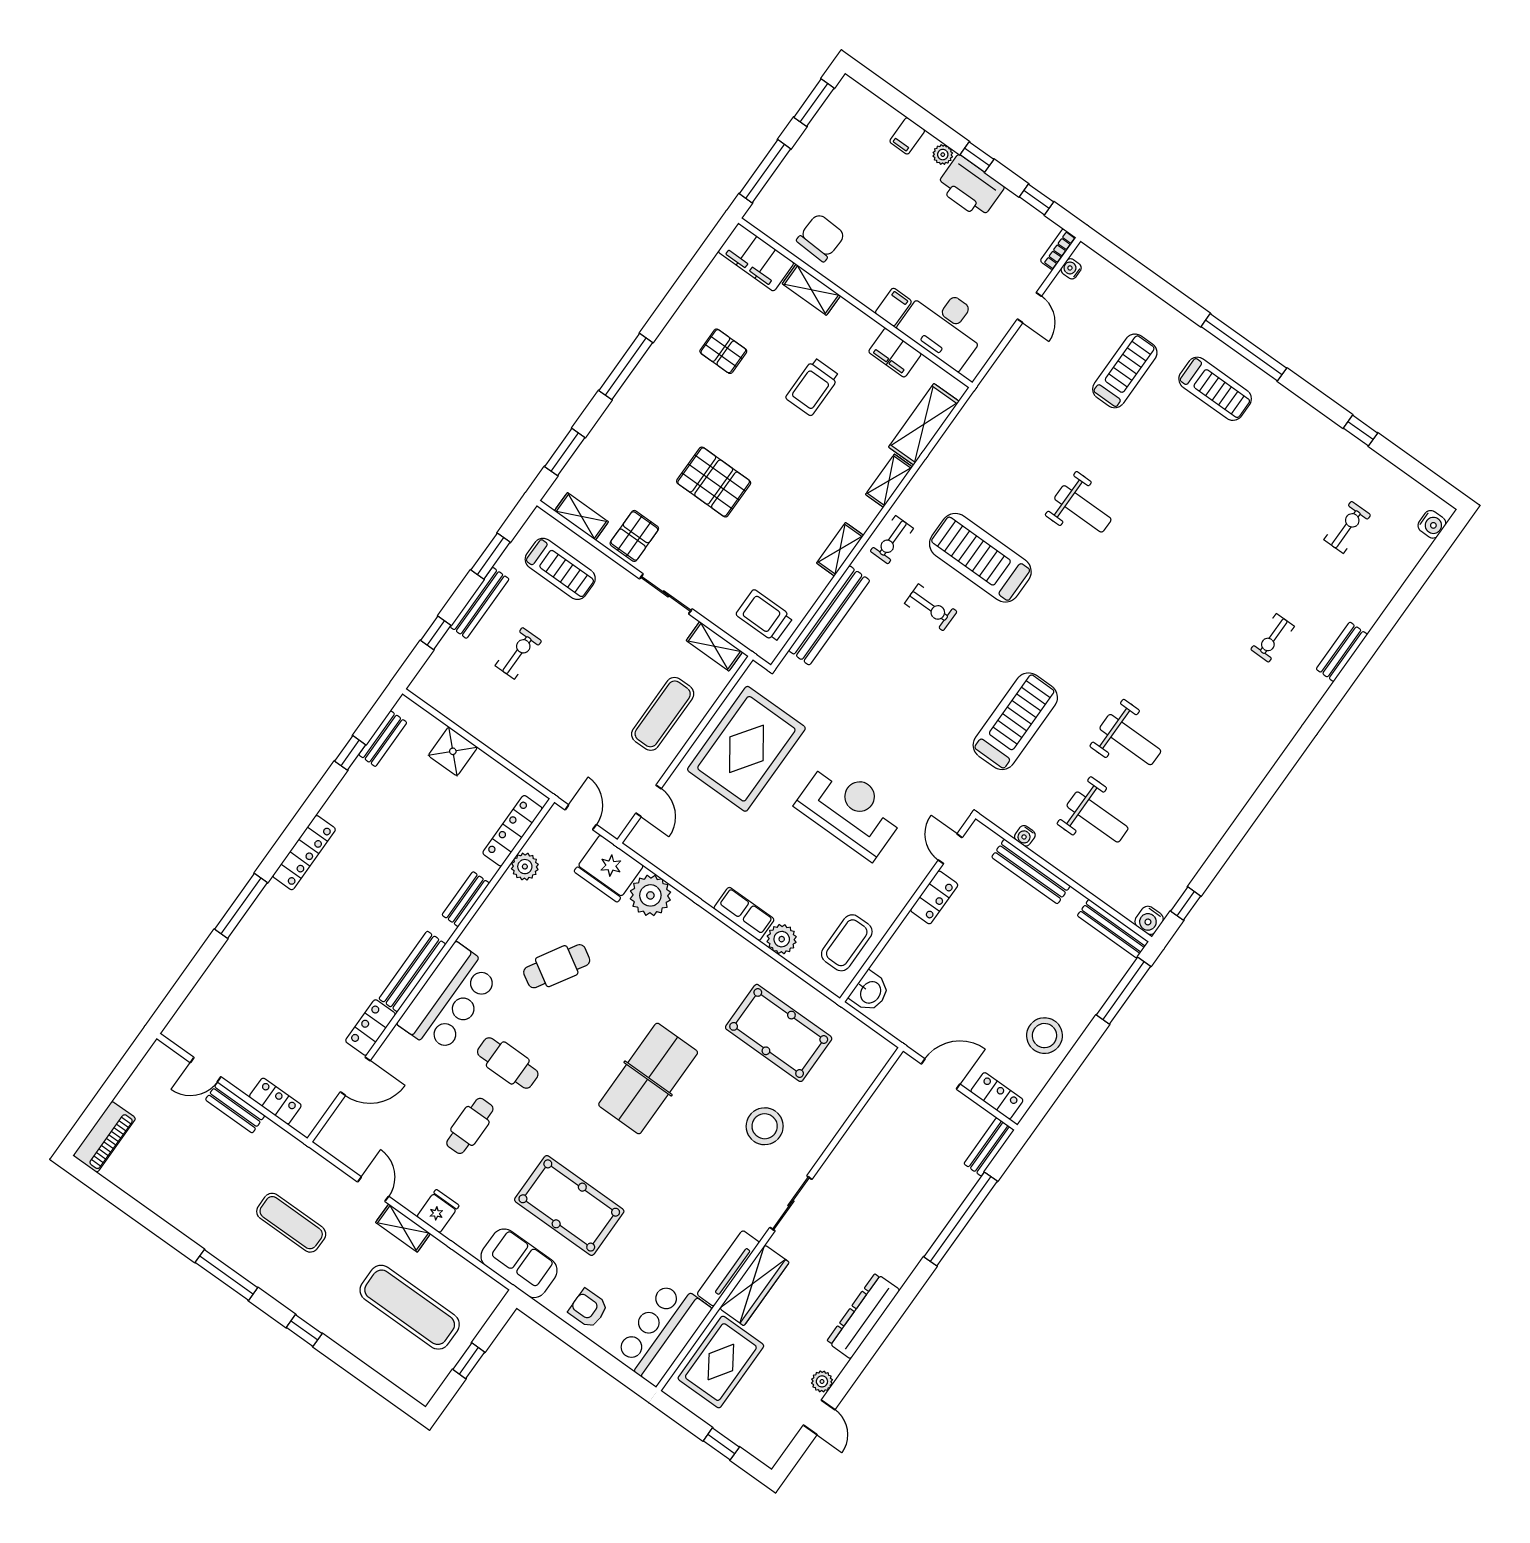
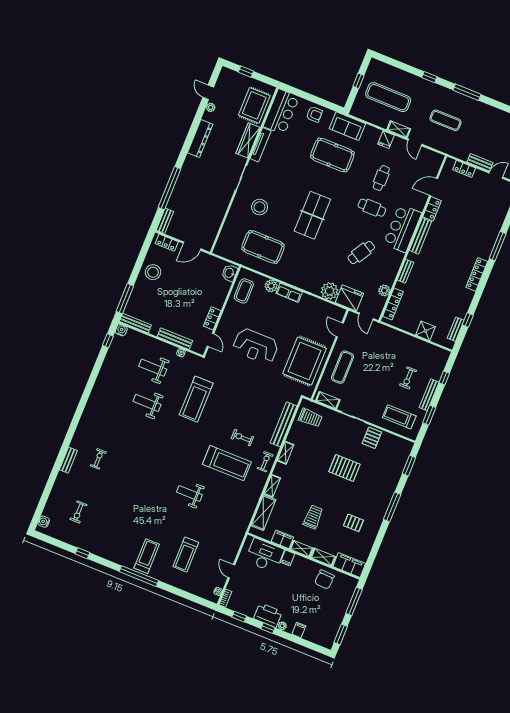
treadmill: (1215, 389) -> (147, 556), turned 90
shelving: (581, 516) -> (302, 549), moved

